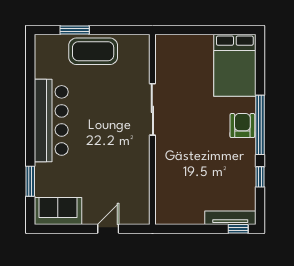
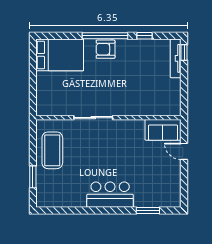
coffee table: (93, 51) -> (52, 150), moved
bar counter: (51, 120) -> (110, 195), width x0.73
sofa: (58, 211) -> (163, 130), moved, turned -90

